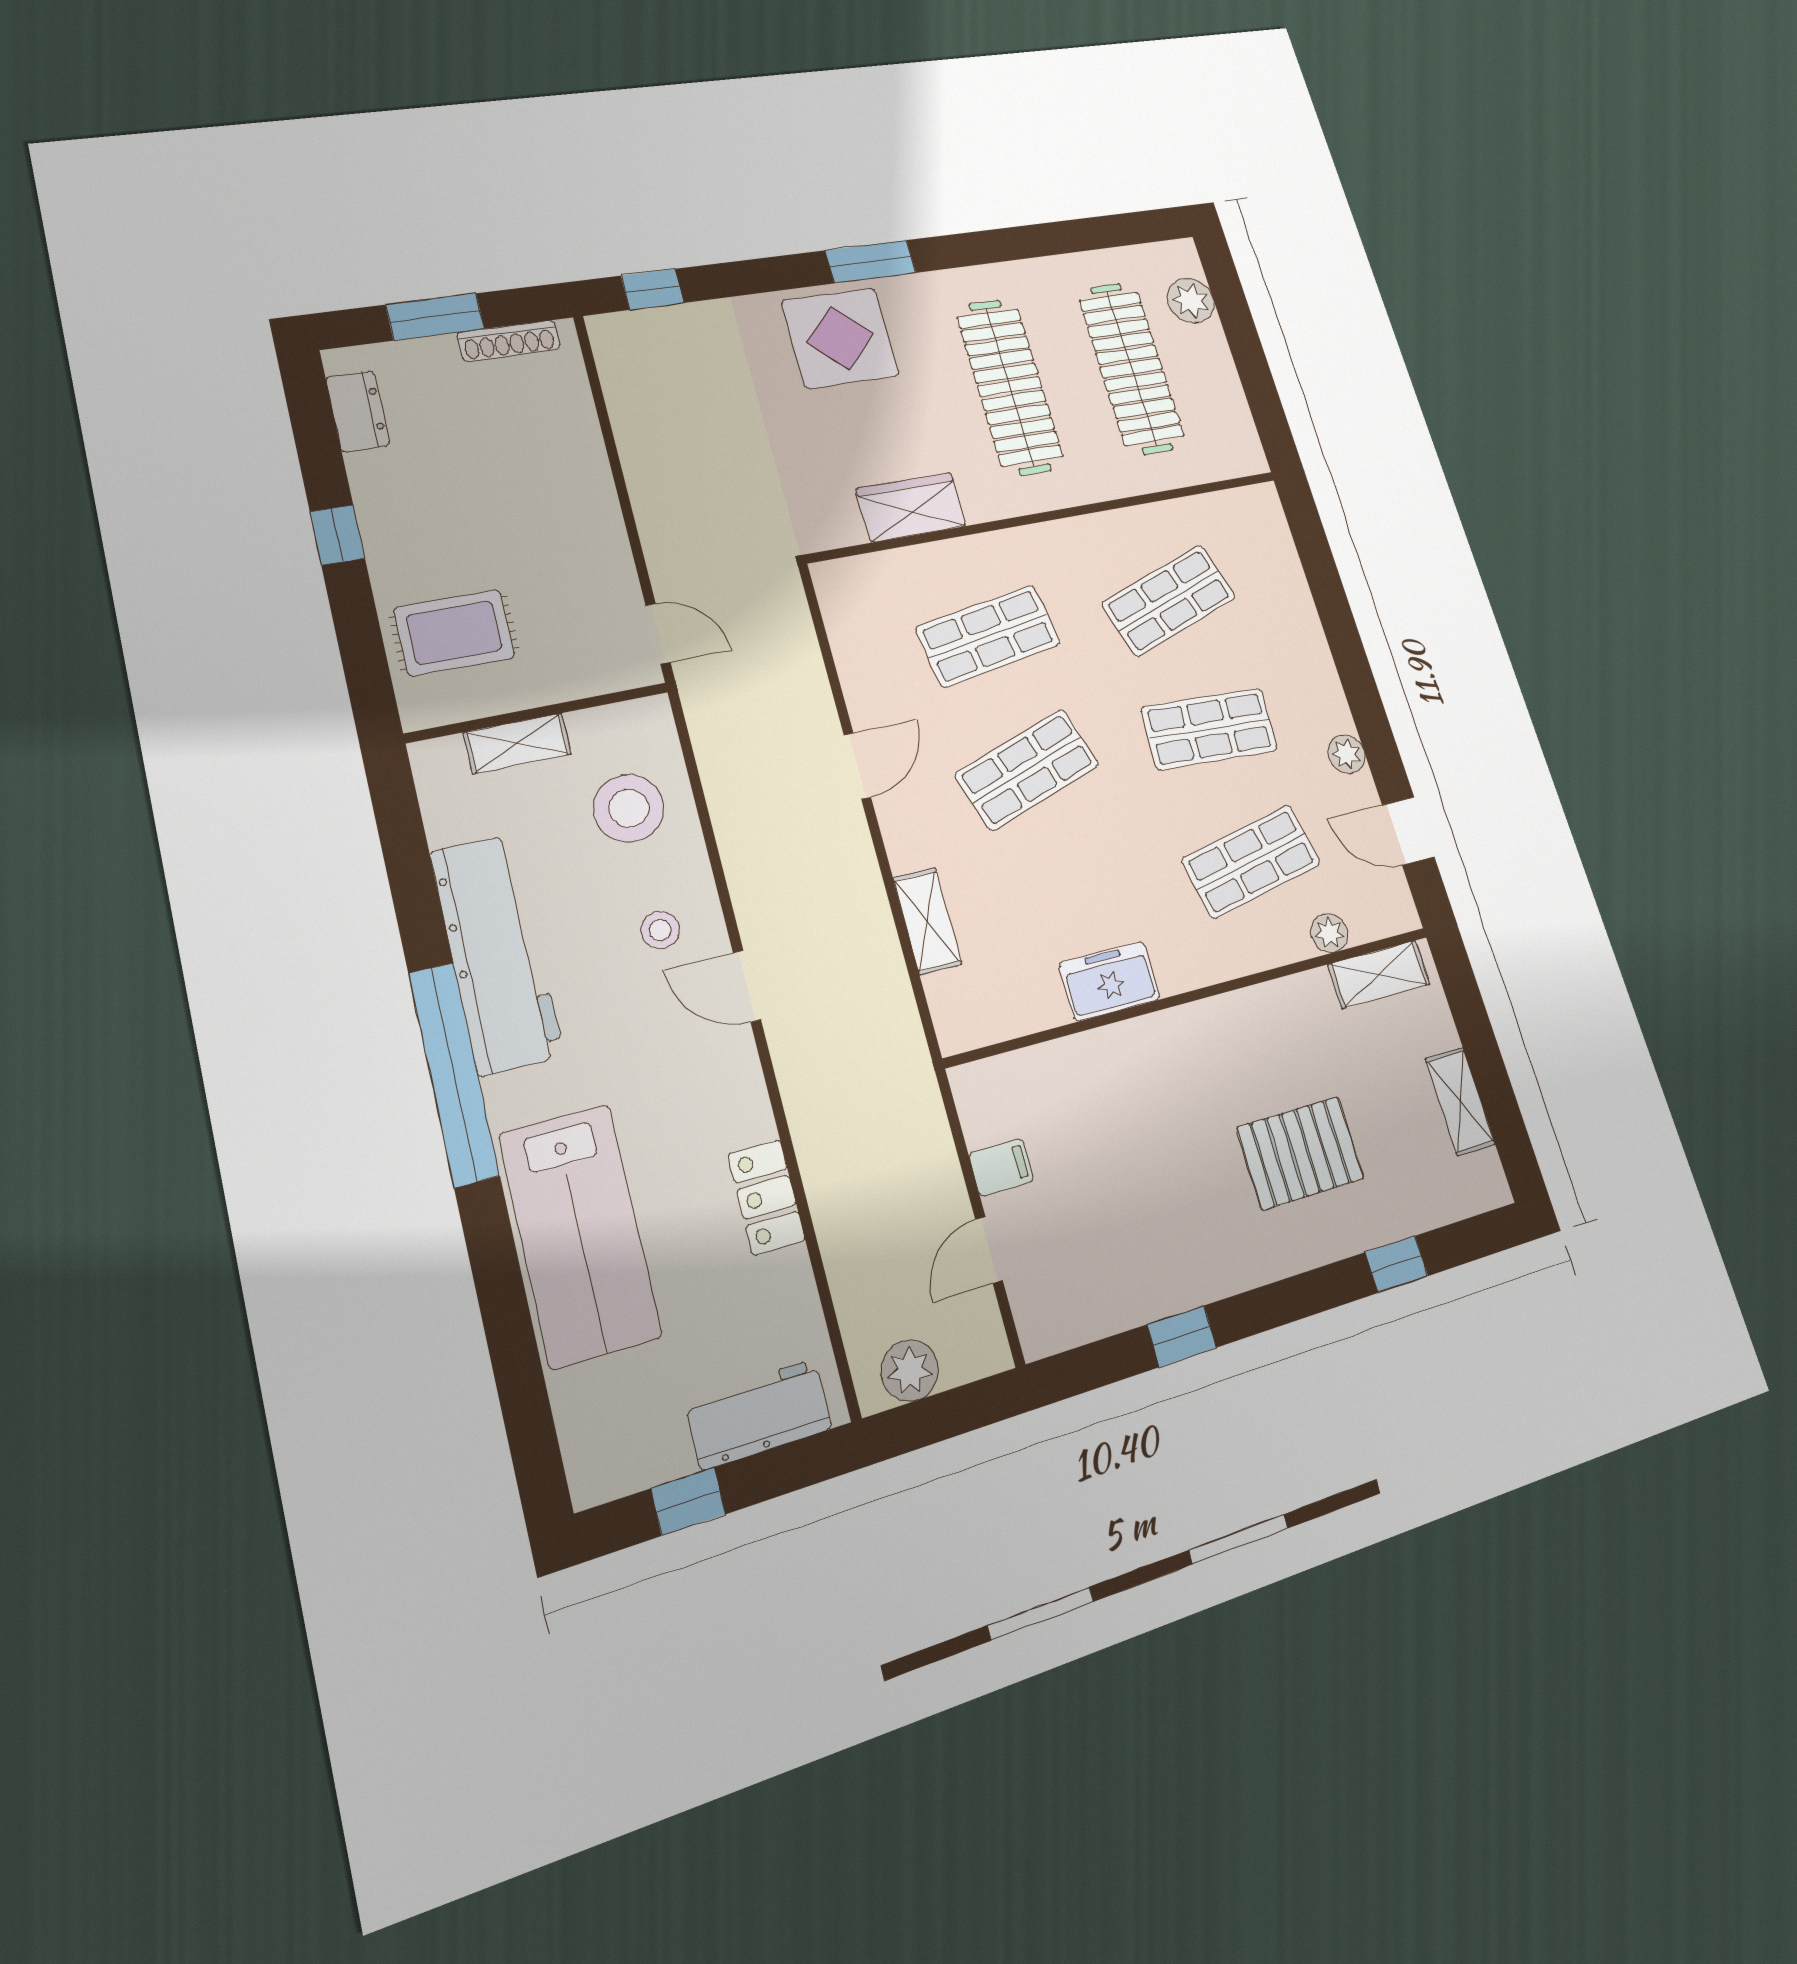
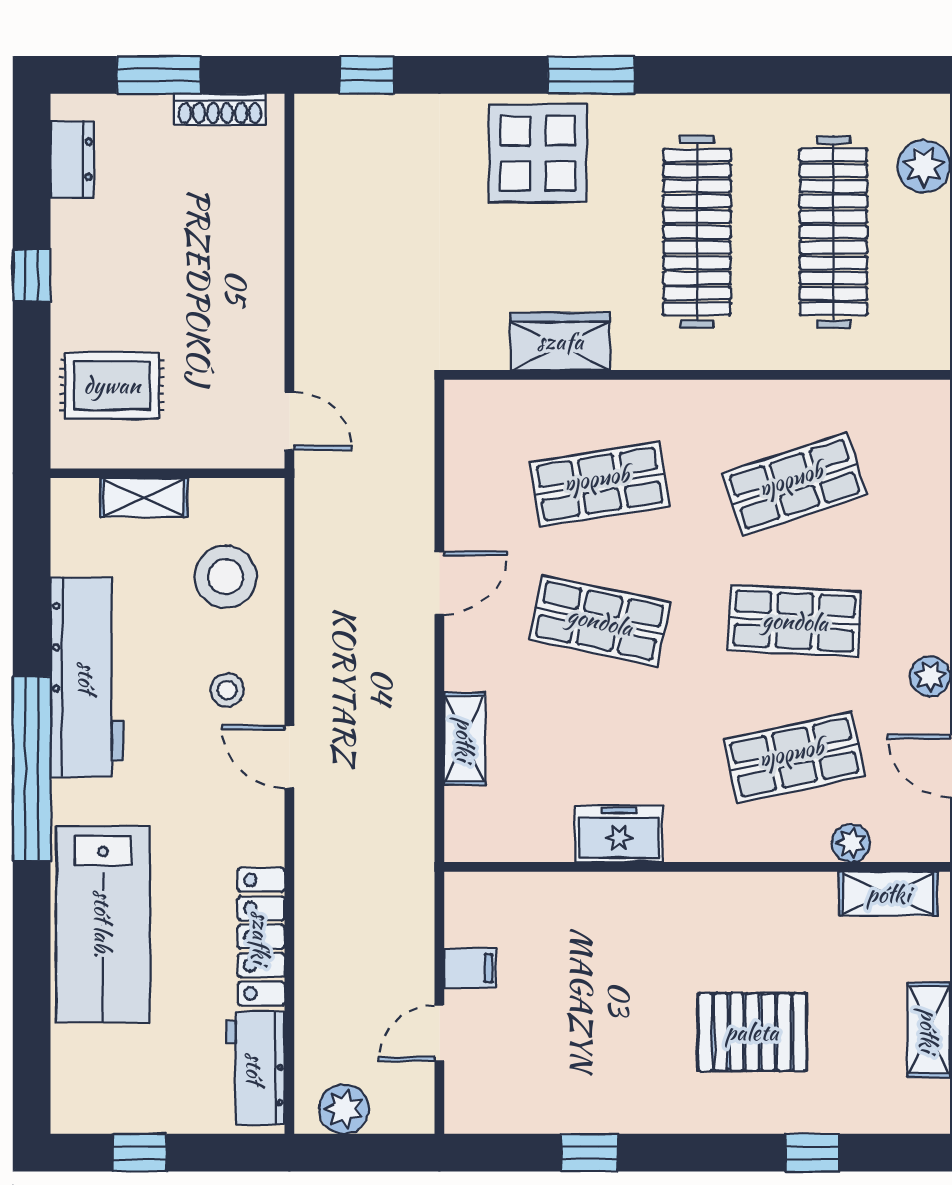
shop shelf: (1027, 769) -> (600, 621), turned 30
locker: (766, 1197) -> (261, 937), width x1.53
workbench: (759, 1414) -> (255, 1068), moved, turned -90

